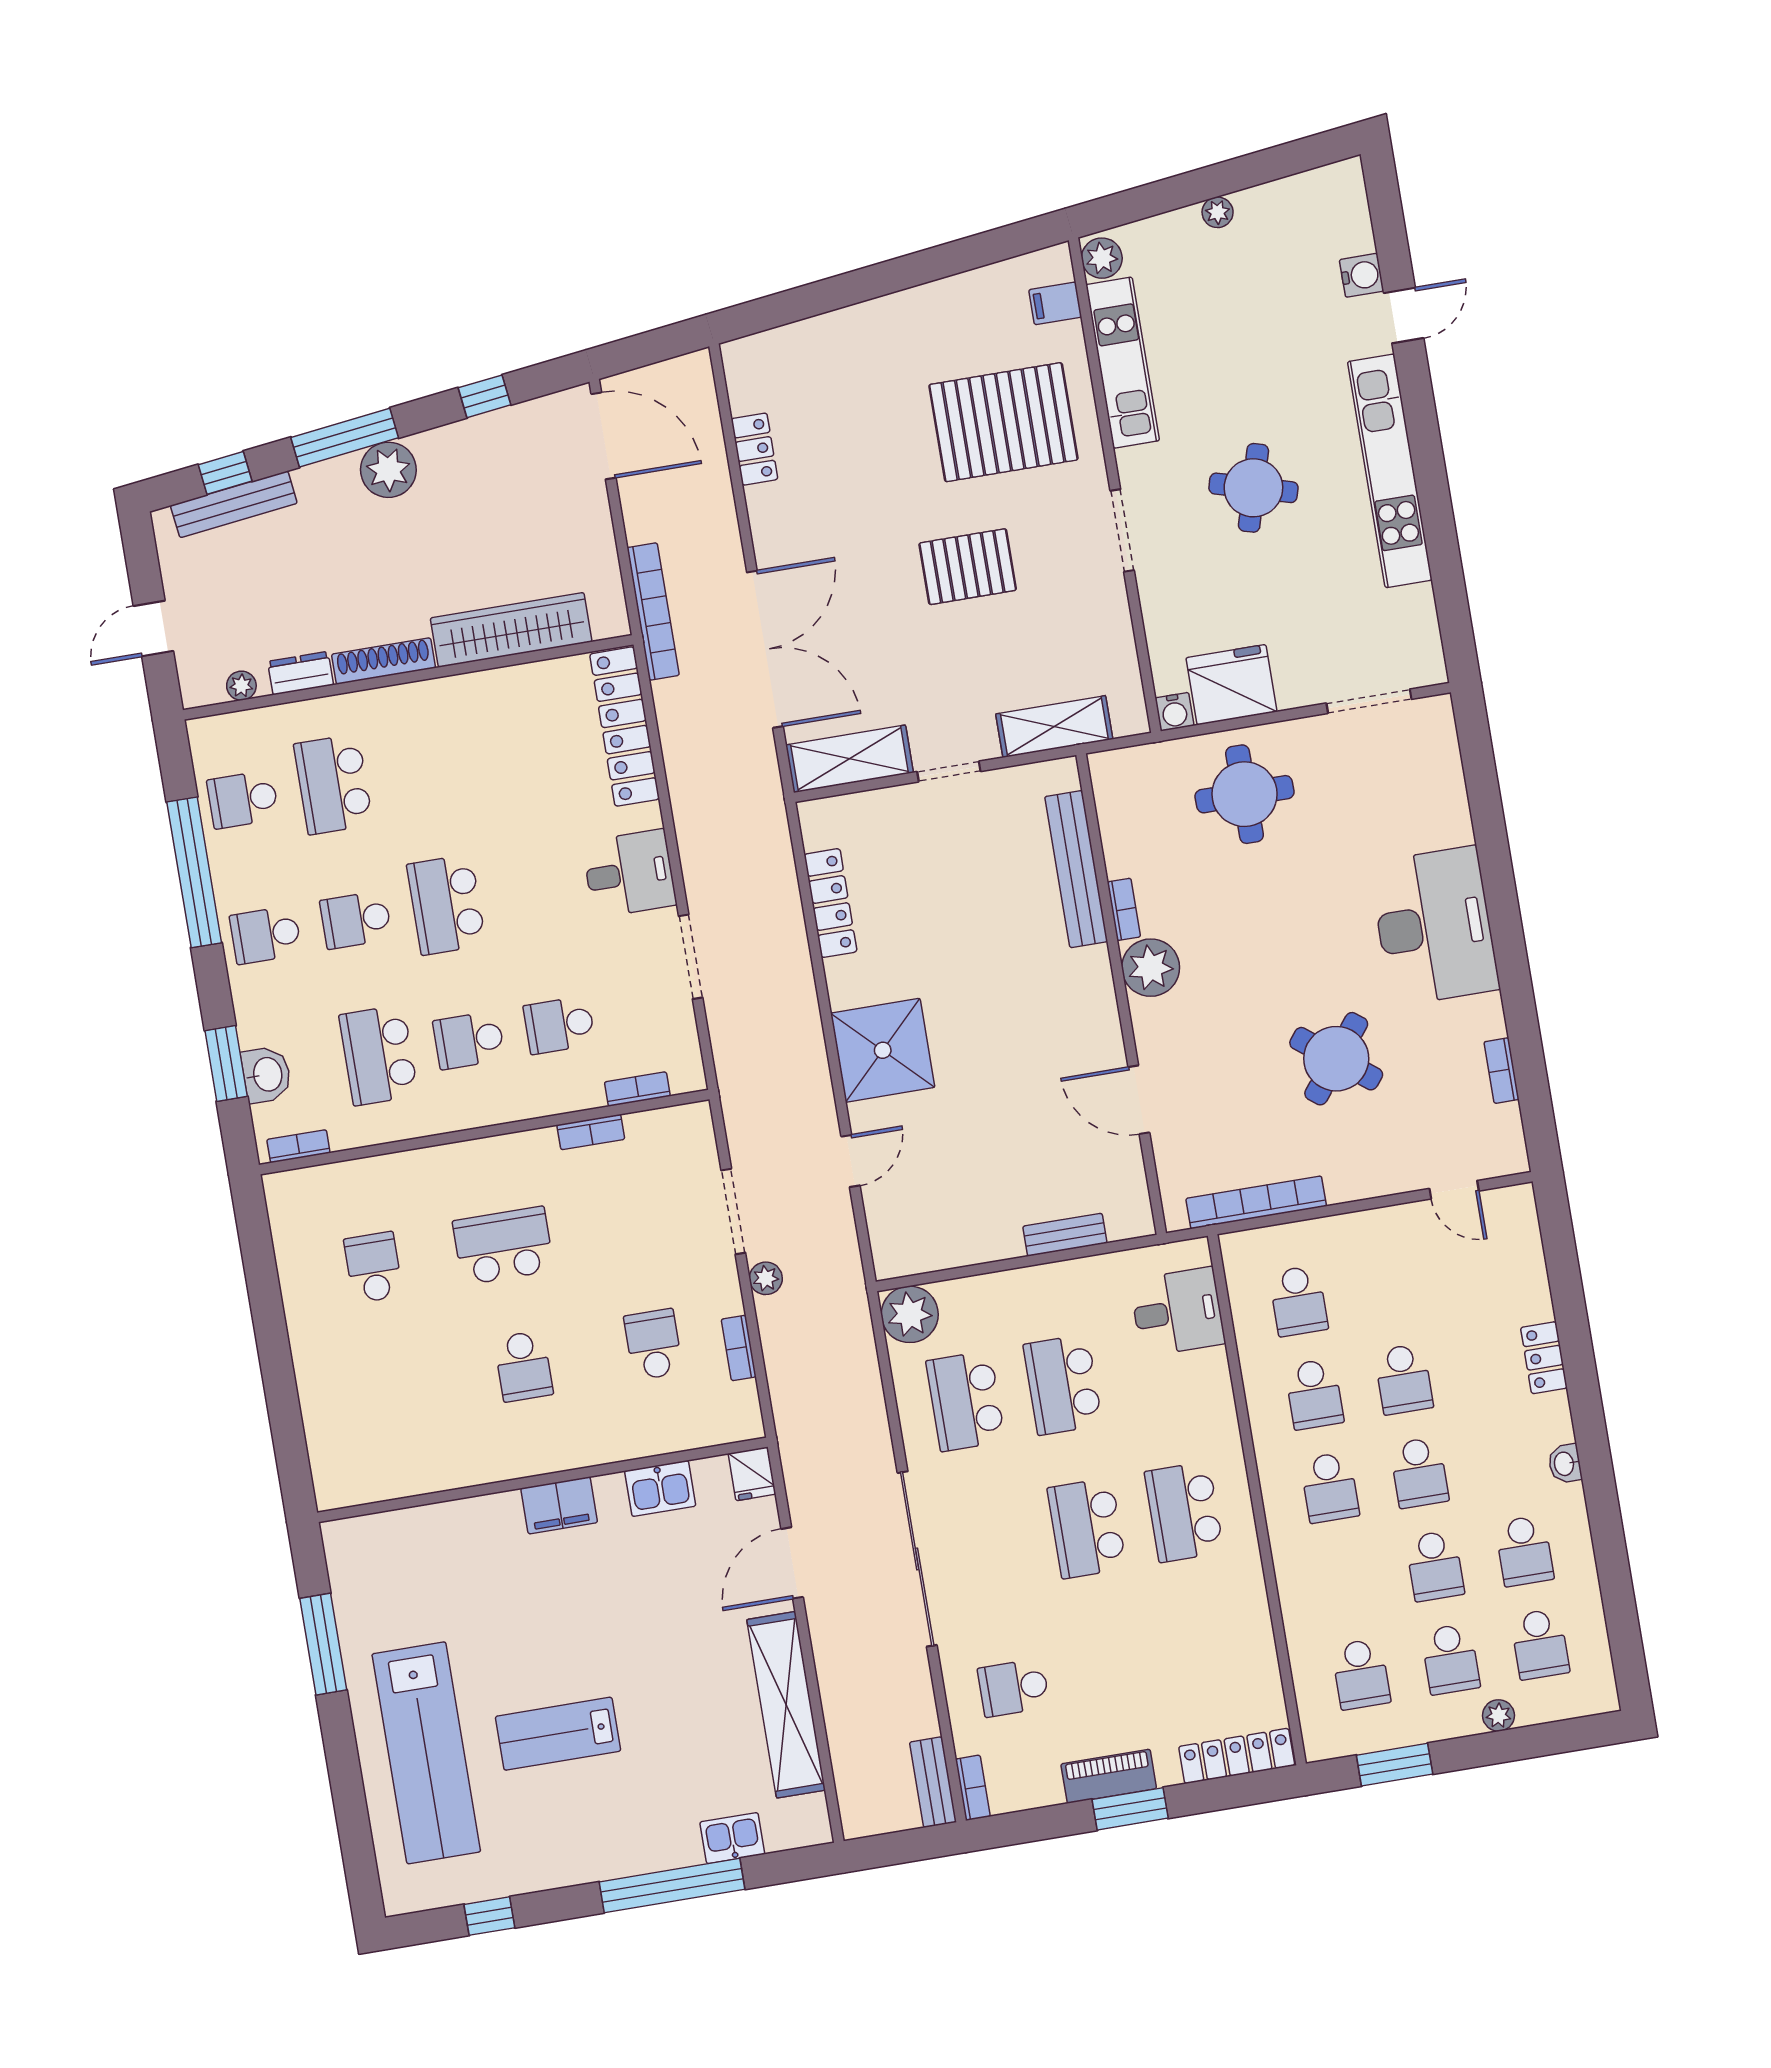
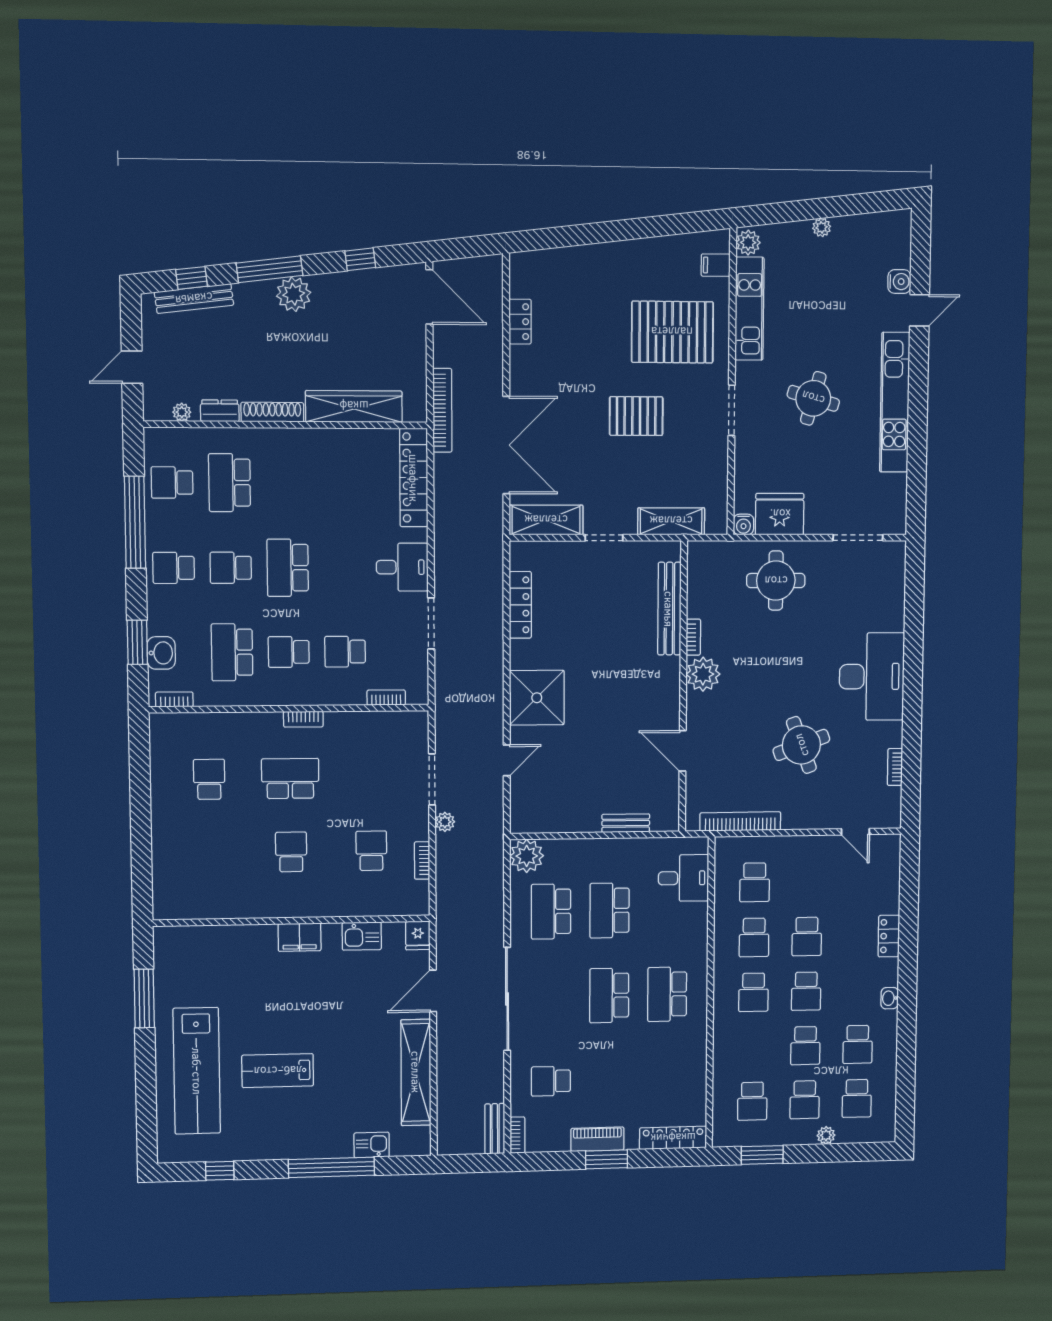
round table: (1336, 1059) -> (801, 745), turned 32
bookcase: (591, 1132) -> (303, 719), moved
school desk: (523, 1366) -> (291, 852), turned 180

